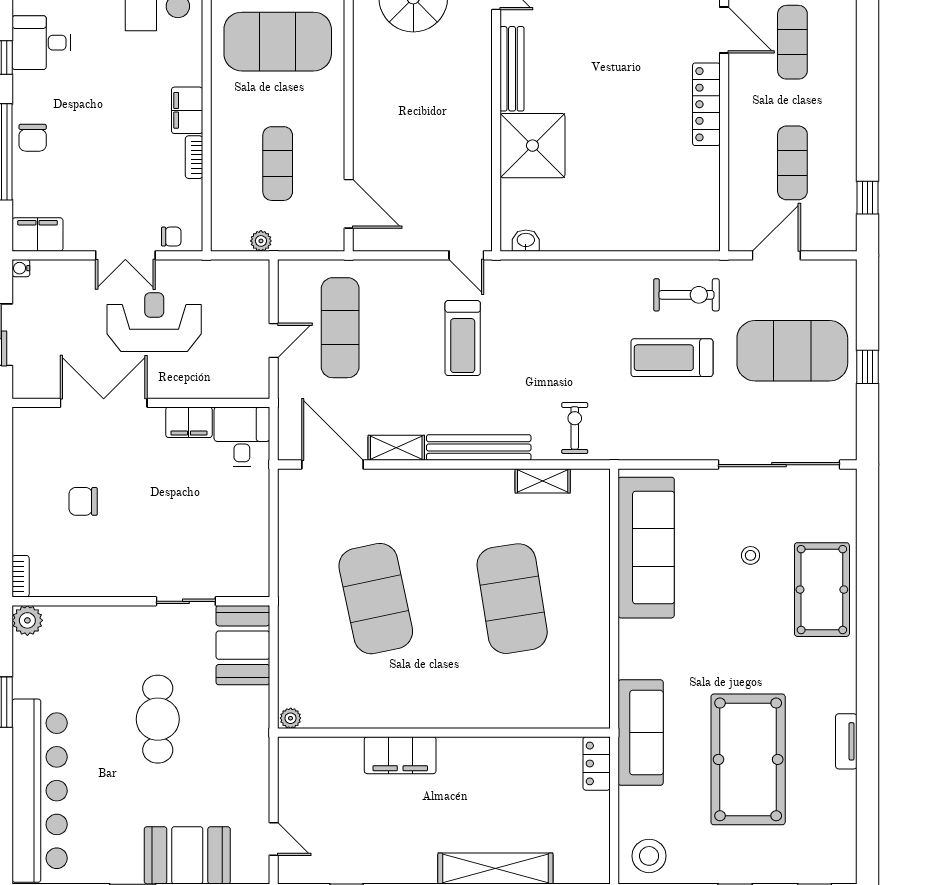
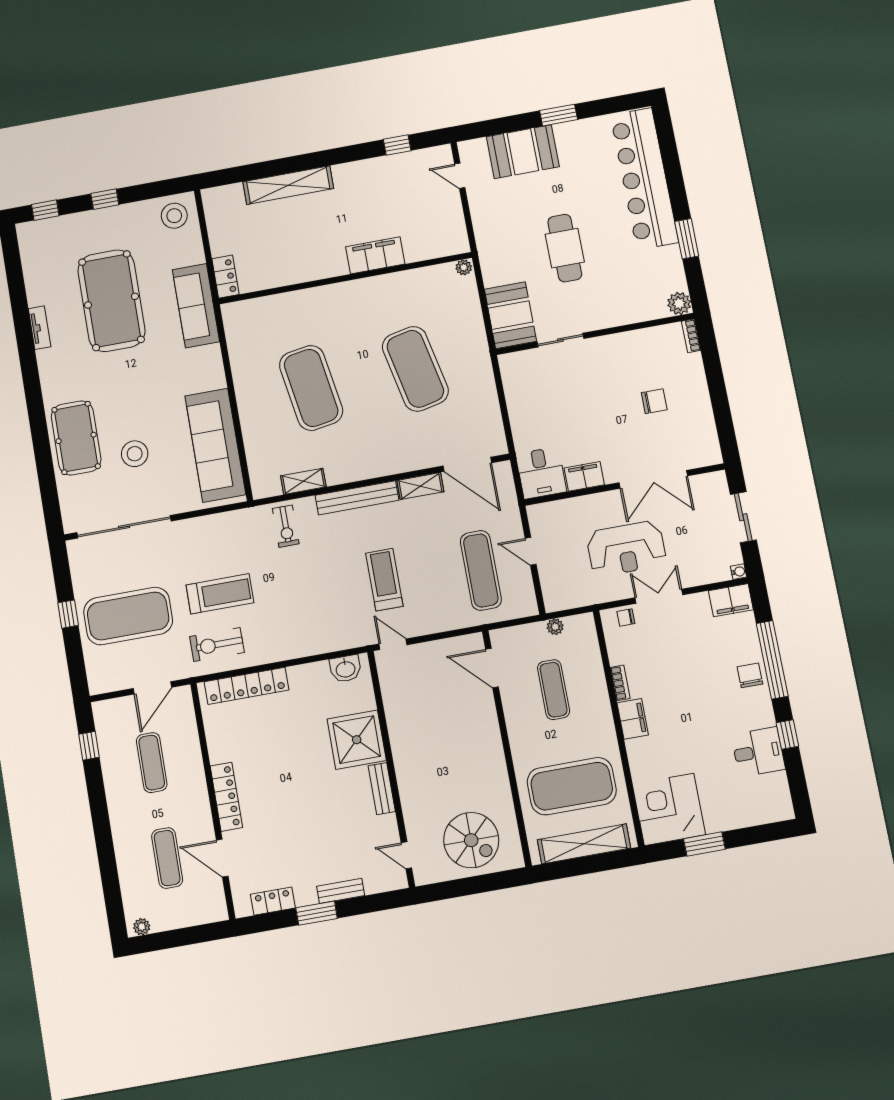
bench: (512, 69) -> (382, 789), width x0.73
locker: (658, 237) -> (246, 686), added
washbasin: (526, 241) -> (345, 669), width x1.38, depth x1.45
door: (274, 340) -> (531, 551), hinge flipped
stool: (751, 555) -> (135, 454), width x1.89, depth x1.89

